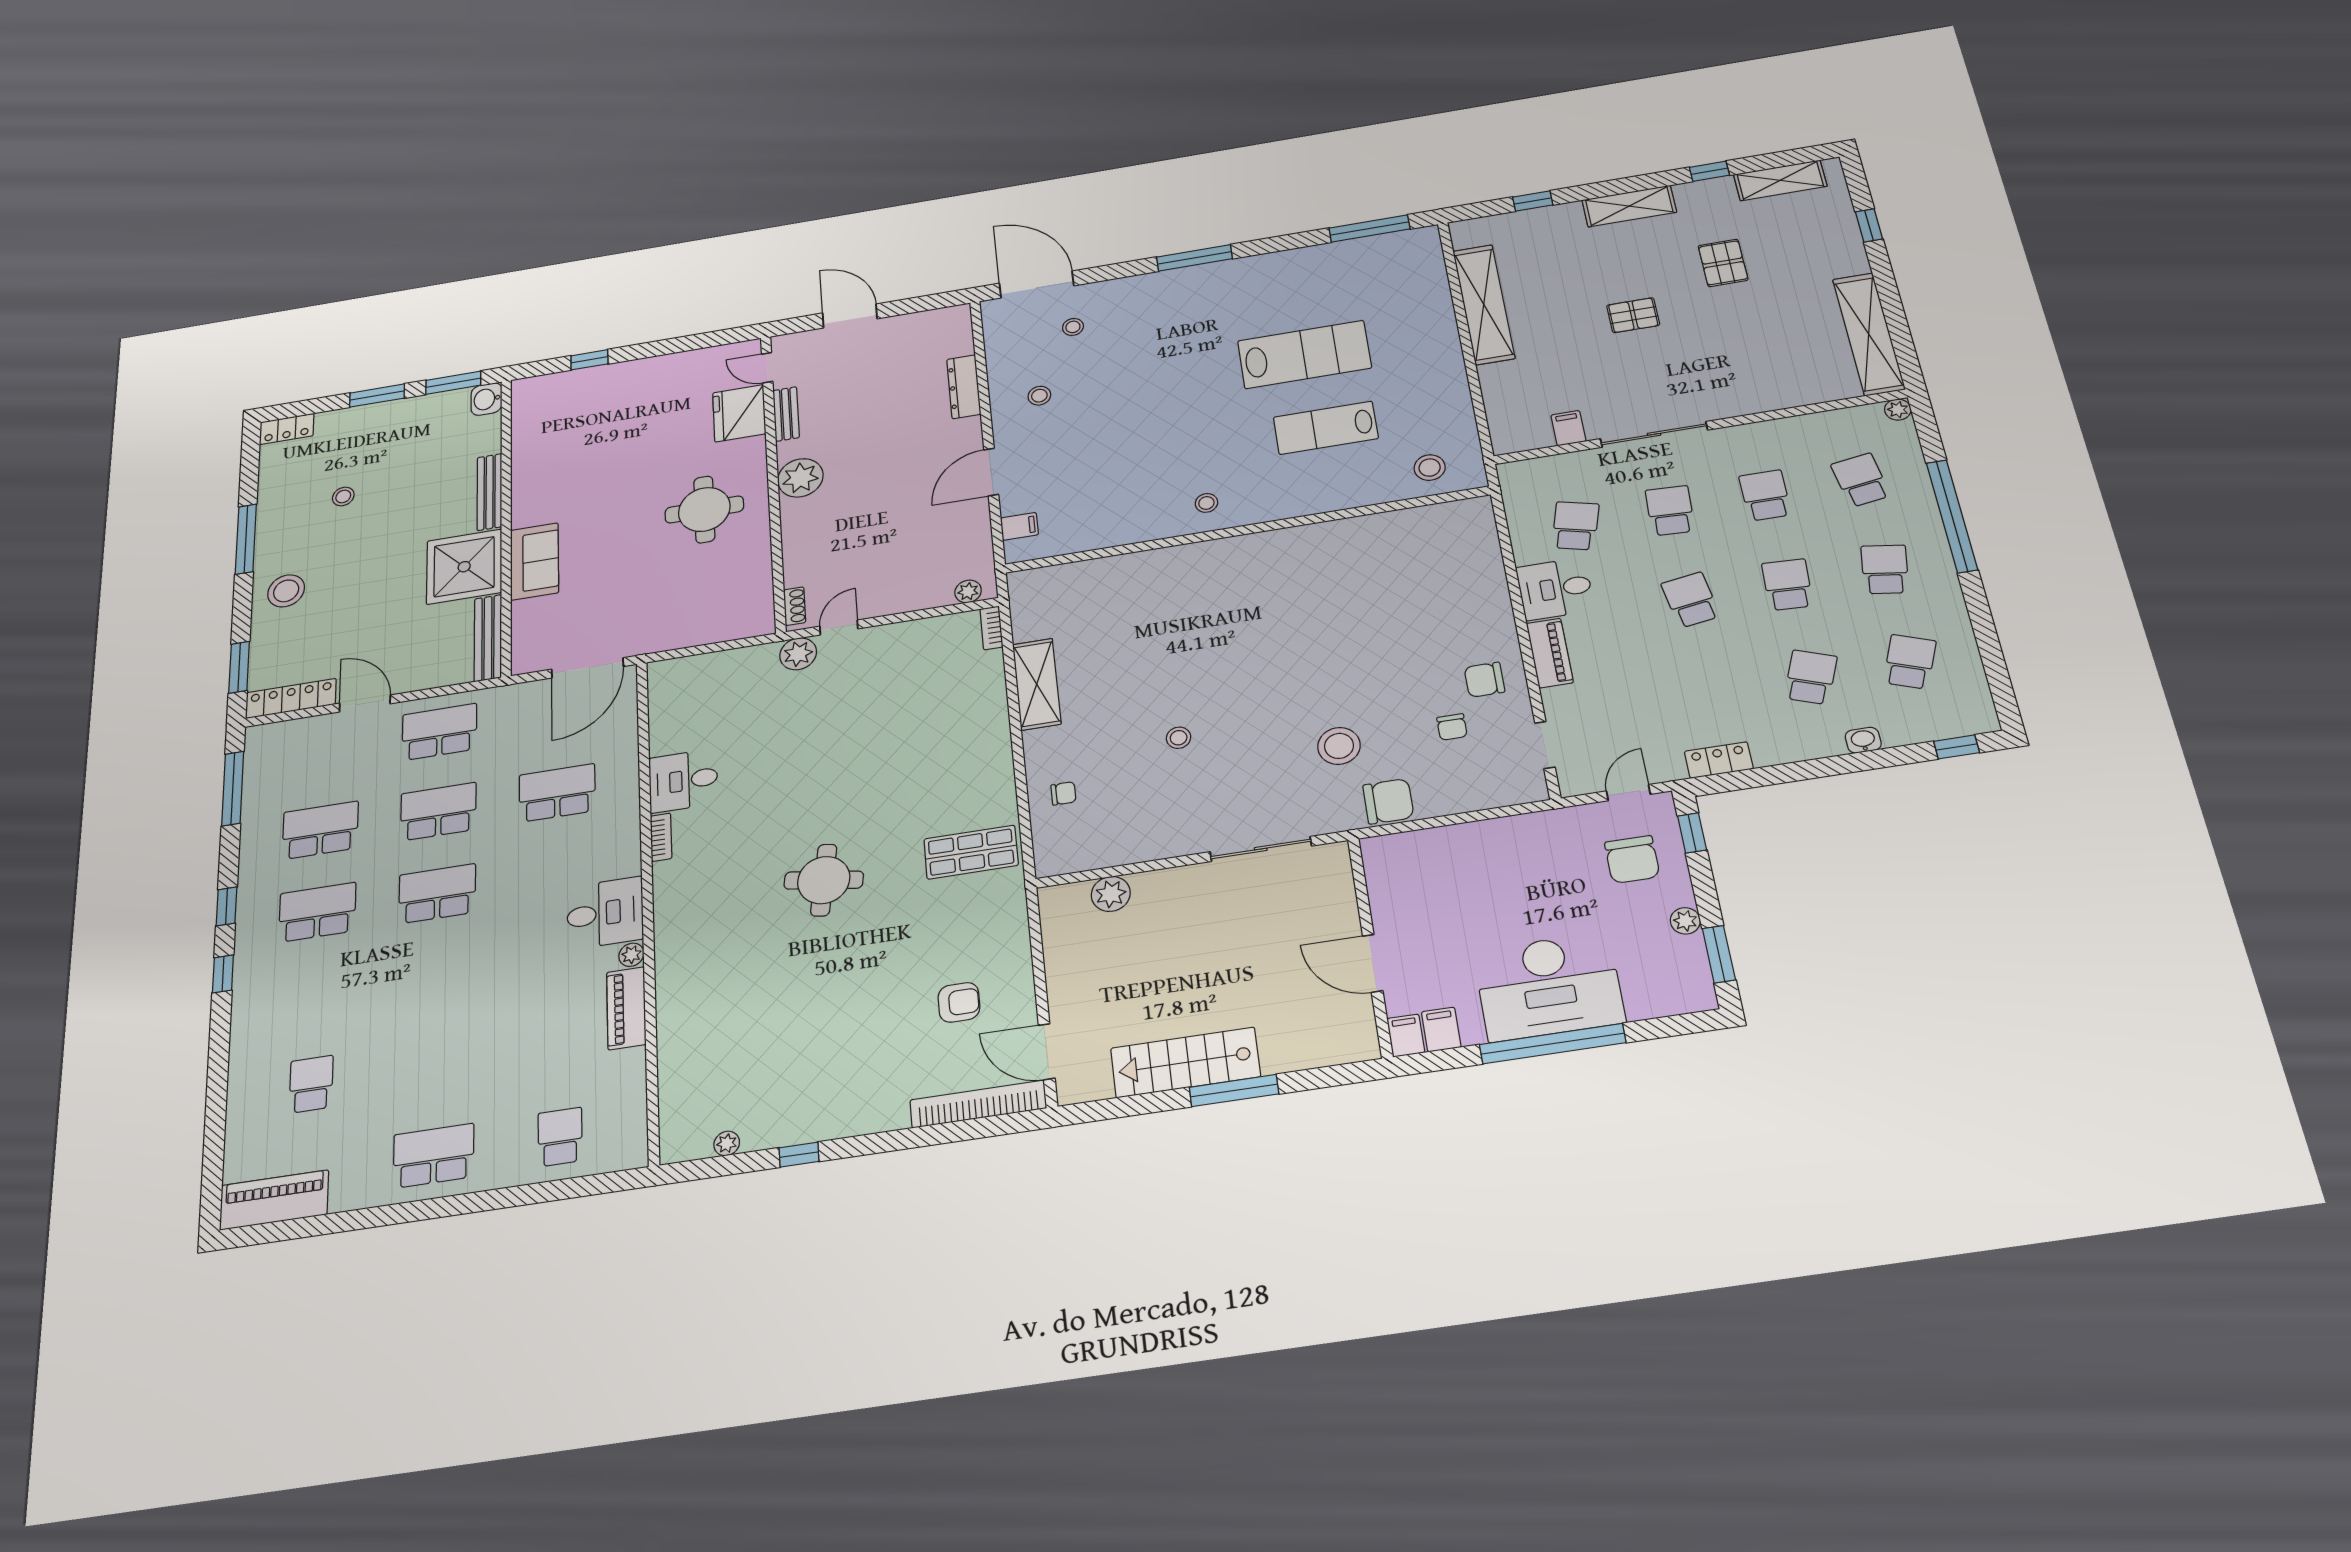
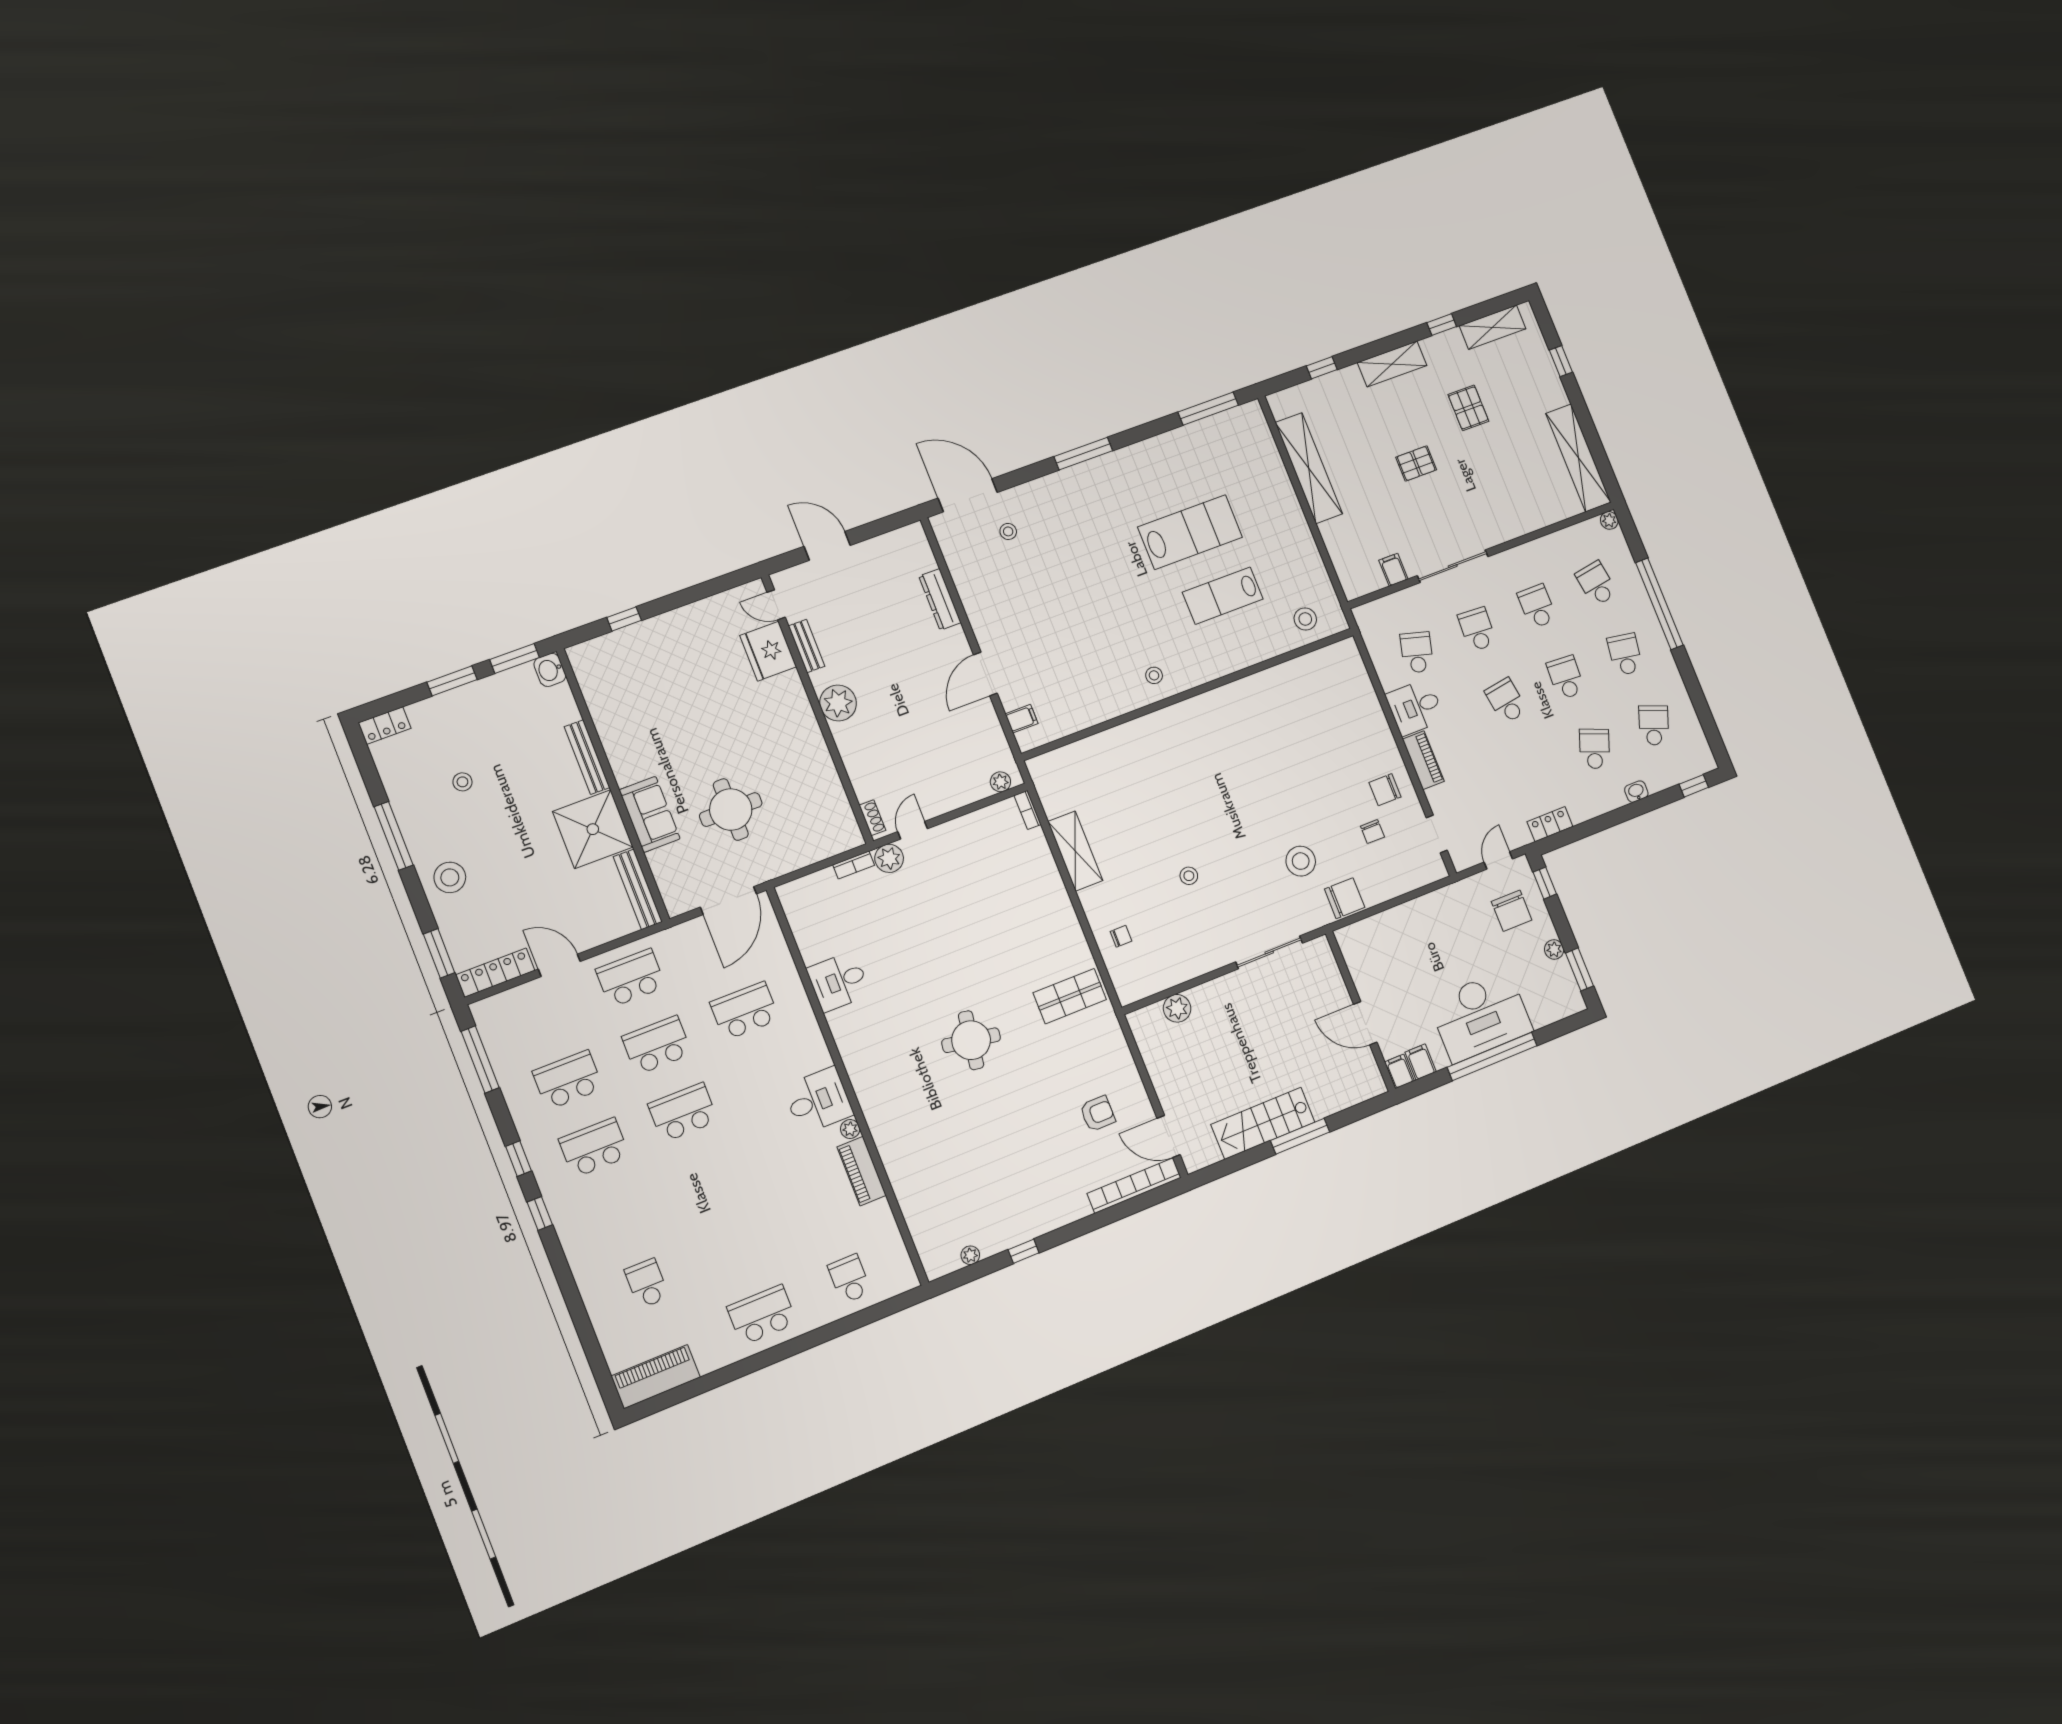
stool: (1039, 396) -> (1001, 599), removed
round table: (704, 509) -> (731, 810), moved
bookcase: (661, 837) -> (854, 865), moved, turned 90

